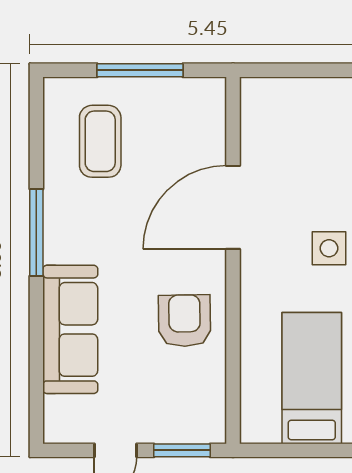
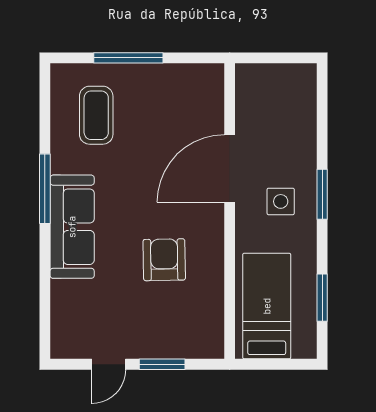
door: (233, 207) -> (230, 168), moved
wall: (233, 260) -> (230, 211), moved
sofa: (70, 329) -> (72, 227), moved

